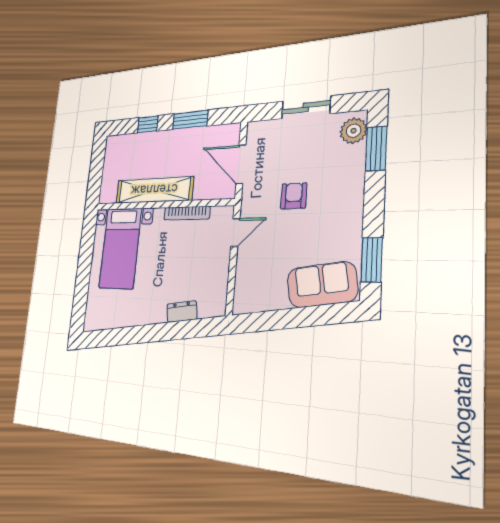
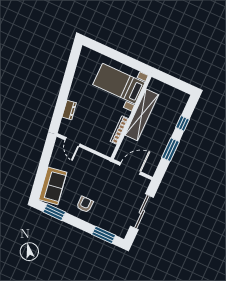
sliding door: (306, 107) -> (142, 212), width x1.37
plant: (354, 131) -> (118, 229), removed
armchair: (294, 196) -> (85, 204), moved, turned -90
door: (235, 233) -> (72, 142), moved

